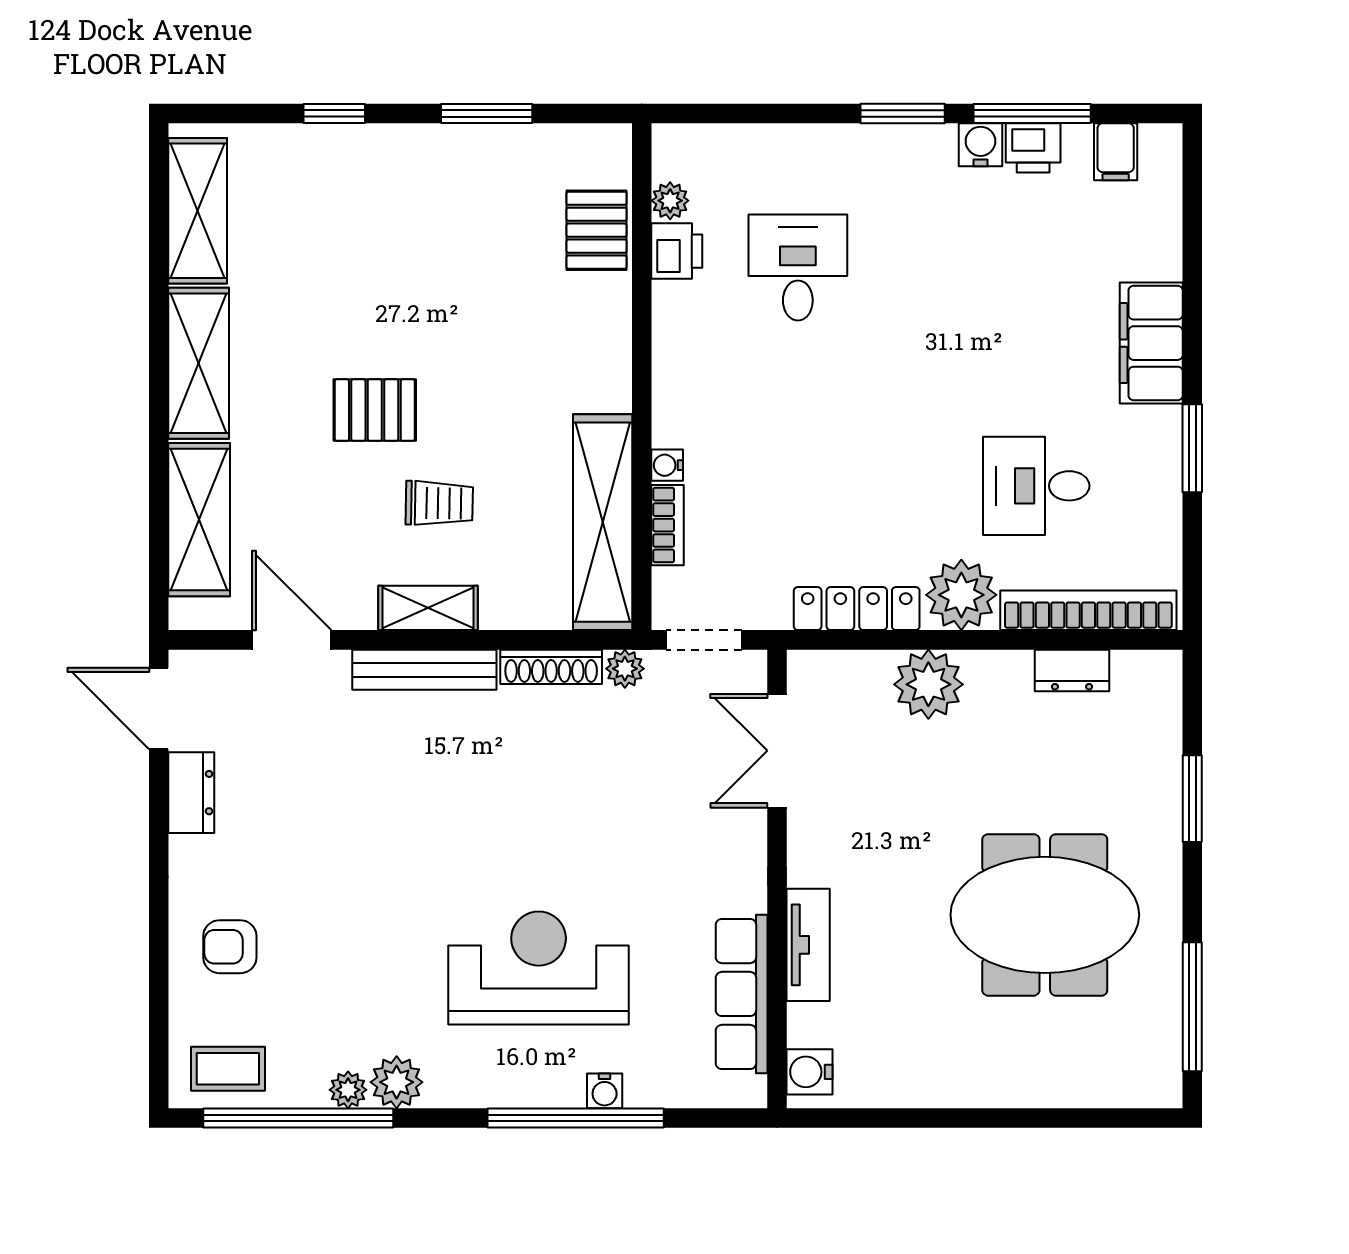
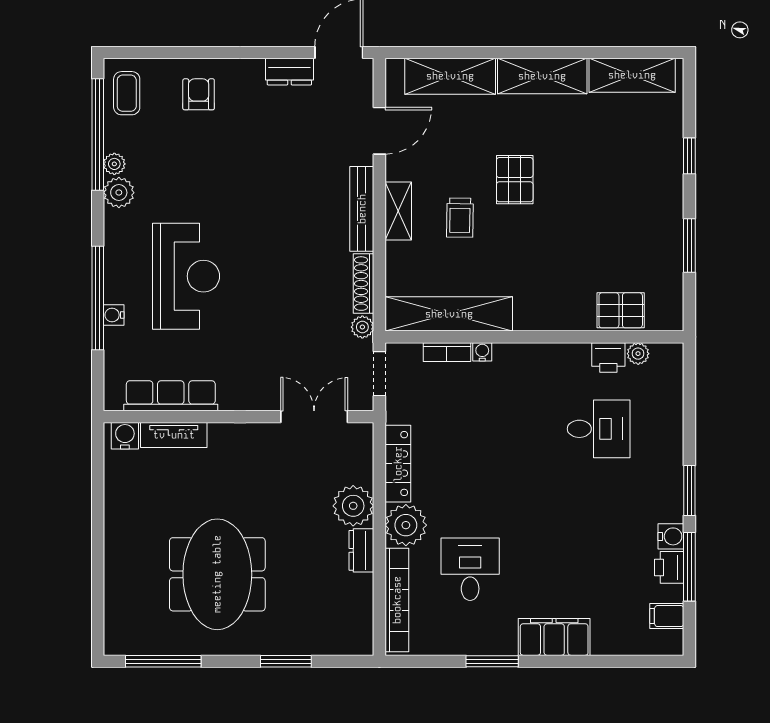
dresser: (1072, 670) -> (361, 550), moved
tv unit: (808, 945) -> (174, 435), moved

